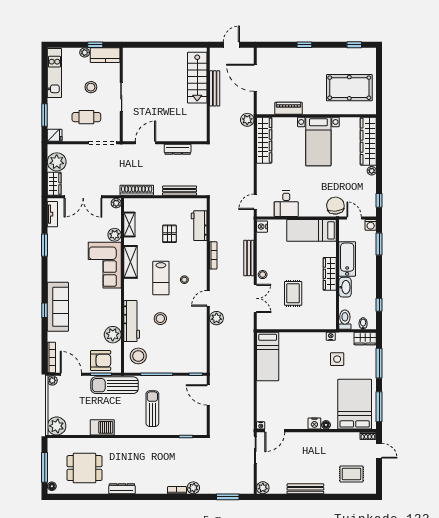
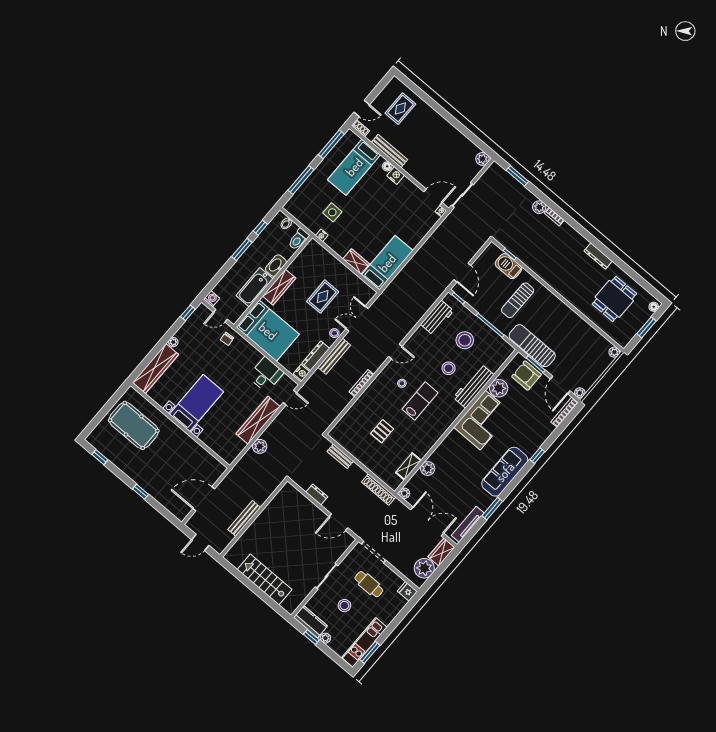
stairs: (197, 78) -> (265, 579), moved, turned -90
door: (255, 78) -> (204, 499), swing flipped
piano: (289, 108) -> (198, 451), removed
window: (45, 115) -> (370, 652), moved
plant: (247, 120) -> (260, 446), moved
wardrobe: (264, 140) -> (258, 420), moved
dresser: (178, 149) -> (317, 495), width x0.70
bench: (180, 191) -> (340, 456), width x0.73
chair: (335, 206) -> (227, 339), width x0.54, depth x0.54
tv unit: (52, 214) -> (468, 524), width x1.41
door: (354, 218) -> (220, 316), hinge flipped
workbench: (199, 226) -> (437, 318), moved
bed: (312, 230) -> (268, 331), width x1.50
window: (379, 244) -> (242, 249), moved
dresser: (262, 247) -> (316, 356), added
shelving: (130, 262) -> (434, 435), removed
corner sofa: (105, 265) -> (483, 420), moved
sofa: (58, 307) -> (505, 472), moved
plant: (216, 318) -> (402, 330), removed
wardrobe: (365, 339) -> (356, 261), moved
stool: (138, 356) -> (465, 340), moved
sun lounger: (115, 385) -> (532, 346), turned 180
bed: (355, 404) -> (354, 167), width x0.67
plant: (57, 426) -> (614, 352), width x0.53, depth x0.53
barbecue: (102, 427) -> (508, 266), moved
door: (379, 451) -> (362, 108), swing flipped
window: (45, 467) -> (646, 327), width x0.69
dining table: (85, 468) -> (614, 299), turned 90
rug: (352, 474) -> (400, 109), turned 90
bench: (305, 489) -> (389, 151), moved

